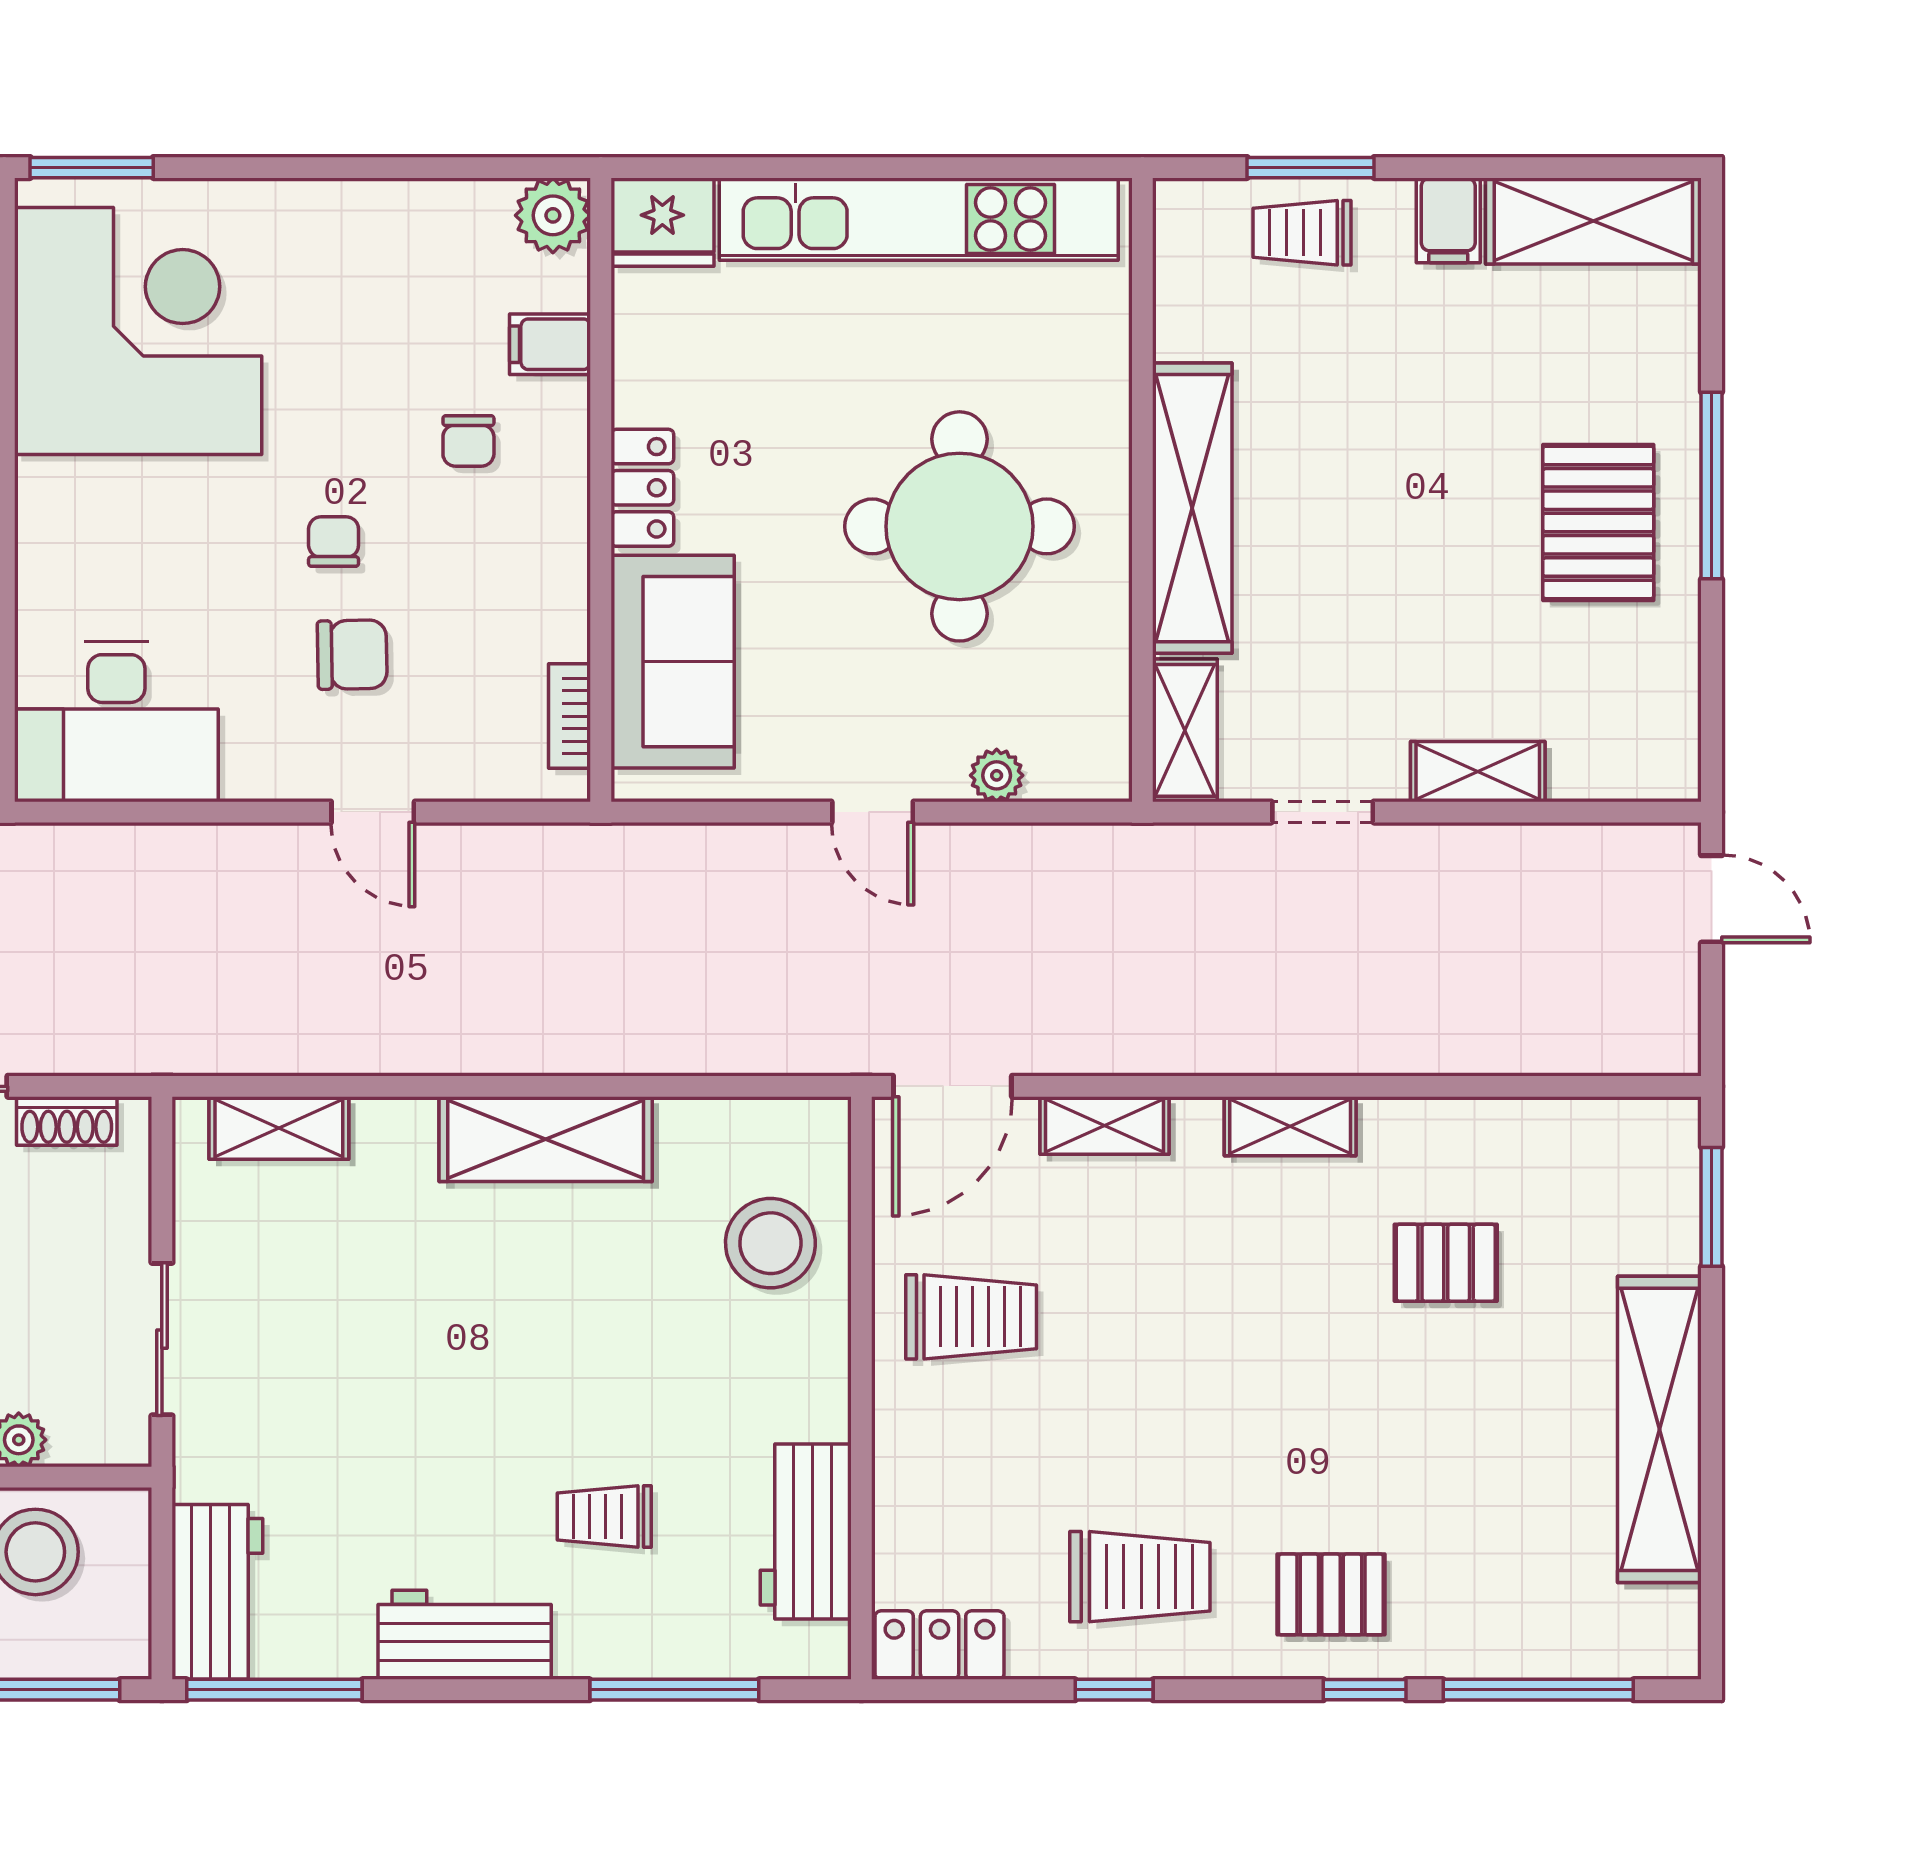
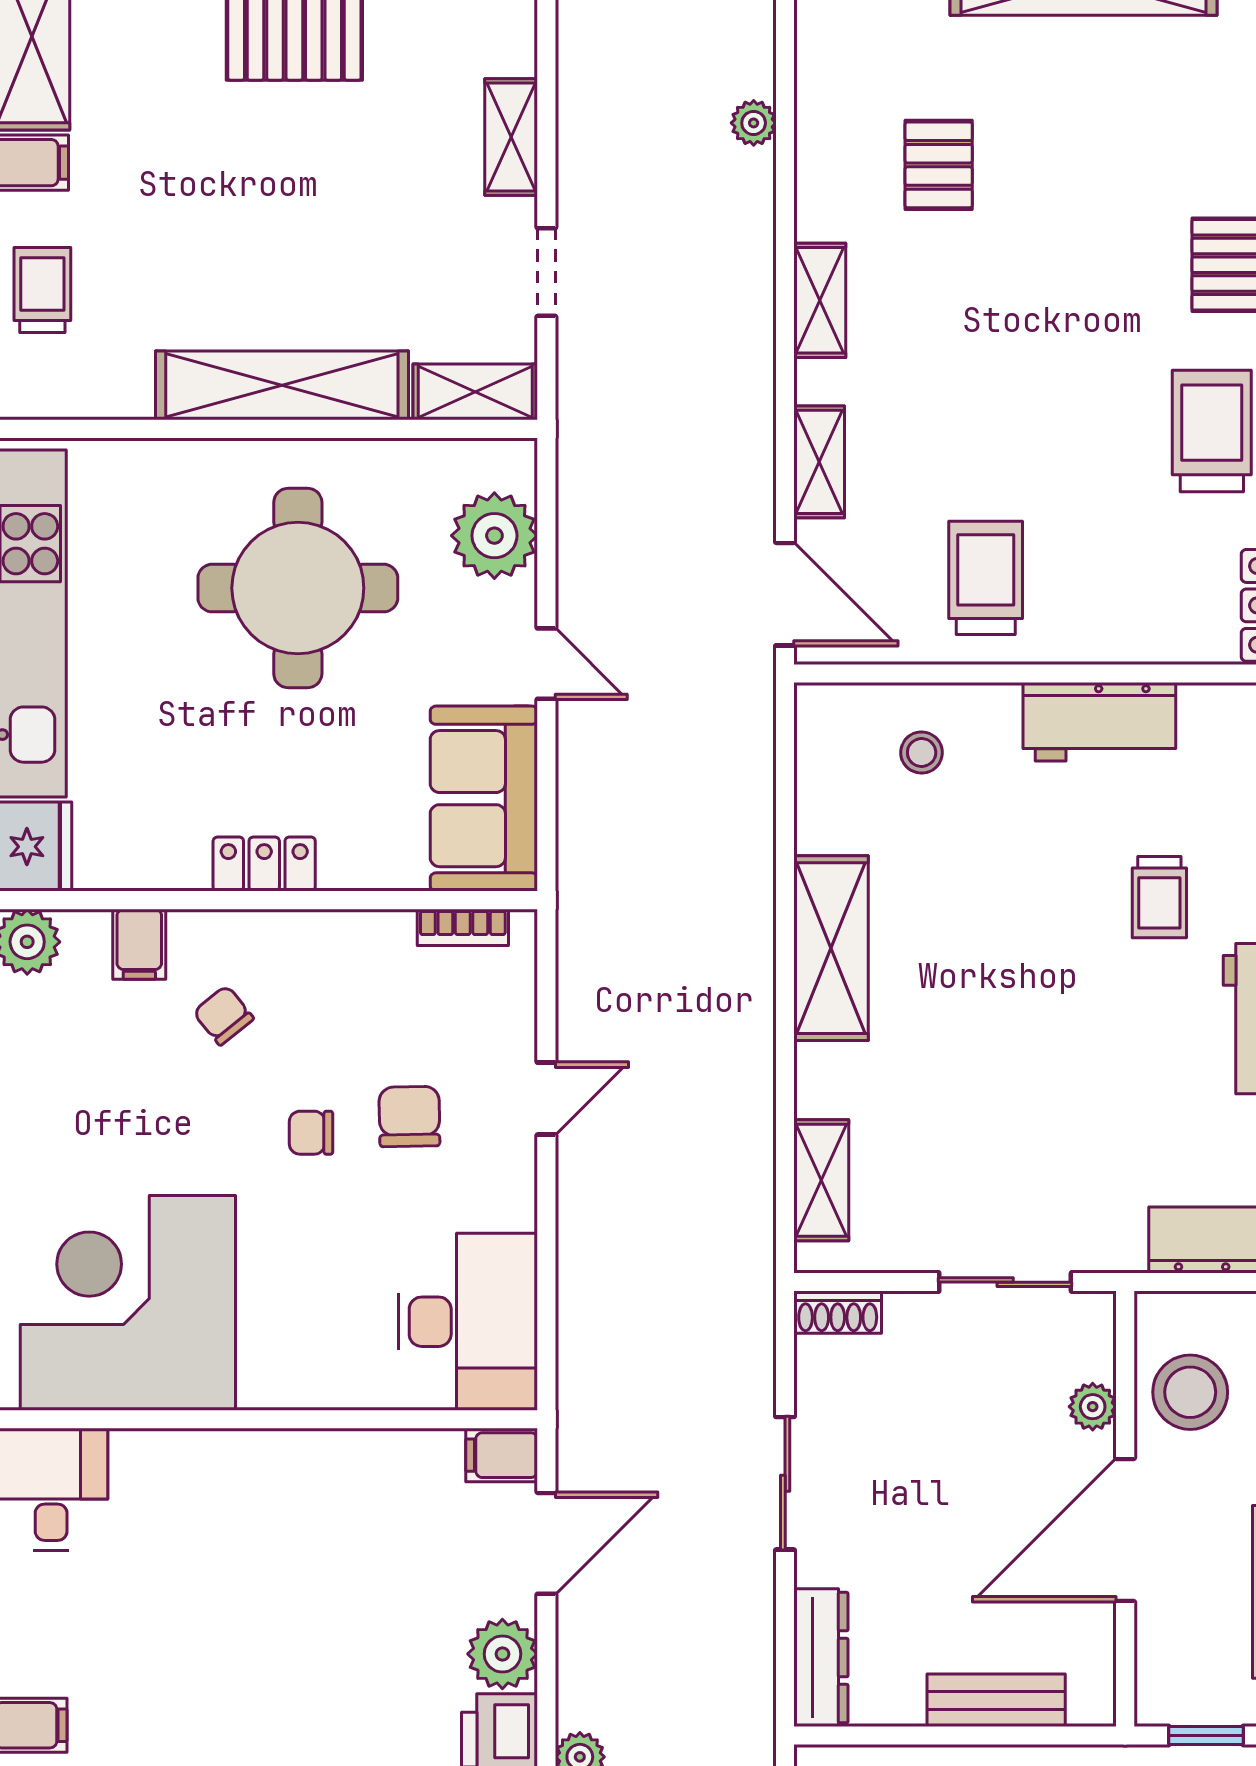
trolley: (1302, 233) -> (42, 290), turned 180
chair: (468, 441) -> (223, 1015), turned -129
sofa: (673, 662) -> (484, 799), moved, turned -90
plant: (997, 775) -> (494, 536), width x1.87, depth x1.87
door: (873, 812) -> (546, 664), hinge flipped
plant: (1494, 1050) -> (754, 123), added
shoe rack: (67, 1121) -> (838, 1312), moved, turned 90
stool: (770, 1243) -> (922, 753), width x0.53, depth x0.53
workbench: (806, 1532) -> (1099, 722), moved

